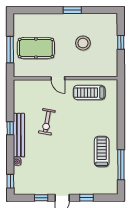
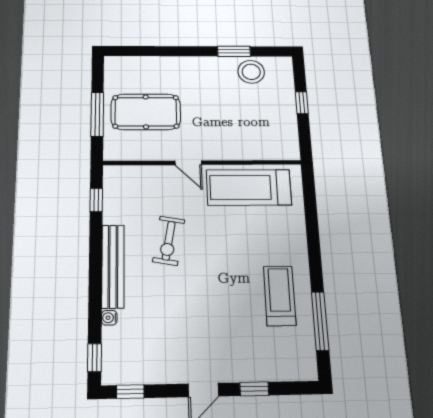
window: (72, 10) -> (234, 51), moved
stool: (83, 43) -> (251, 72), moved
treadmill: (89, 93) -> (249, 187), width x1.37, depth x1.38
window: (10, 128) -> (96, 200), moved
window: (41, 198) -> (130, 392), moved

